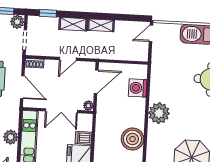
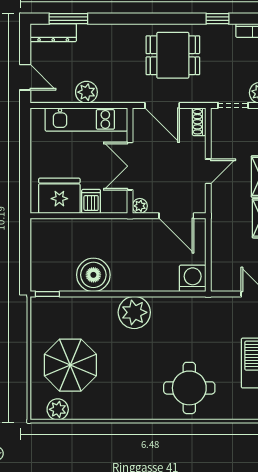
door: (68, 59) -> (208, 171), swing flipped
door: (22, 87) -> (162, 105), hinge flipped
washing machine: (138, 88) -> (193, 278), moved

